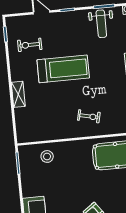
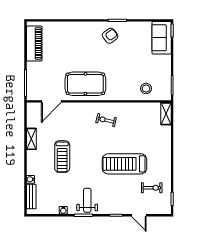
shelving: (18, 94) -> (166, 114), moved

